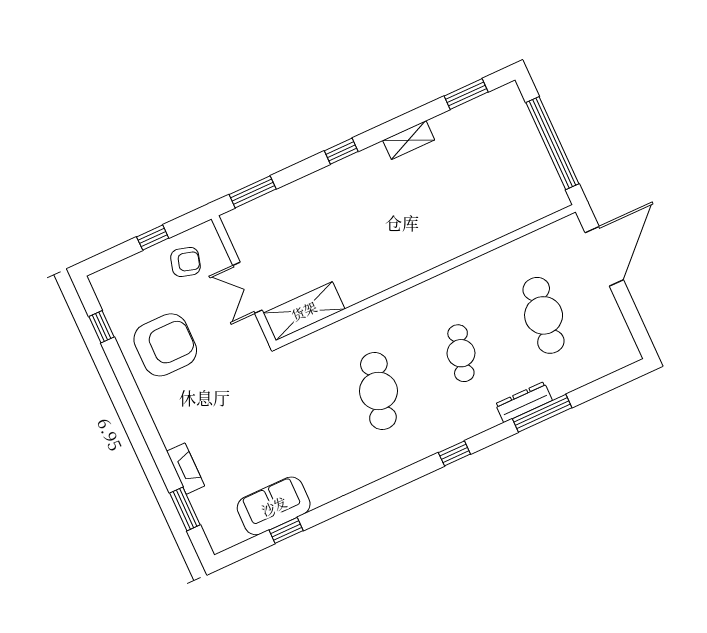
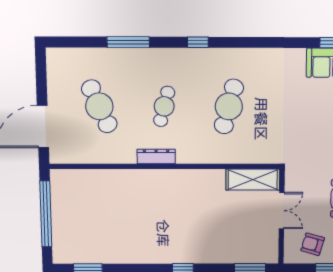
shelving: (409, 140) -> (137, 257), removed
cafe table: (544, 315) -> (99, 106), turned -33
dresser: (524, 402) -> (156, 157), moved, turned 180

